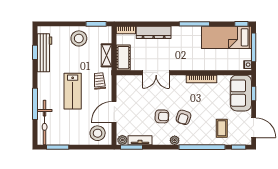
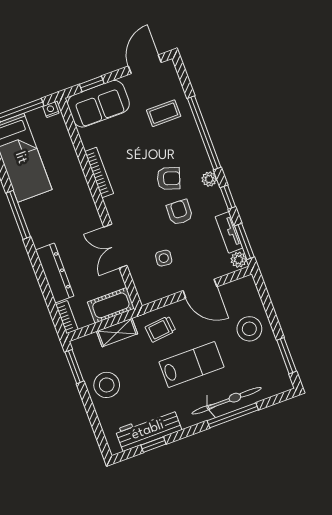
double door: (156, 73) -> (115, 246), swing flipped
side table: (139, 98) -> (164, 258), added
bicycle: (45, 122) -> (227, 401), moved
stool: (98, 133) -> (249, 329), moved
window: (239, 147) -> (228, 197), moved

